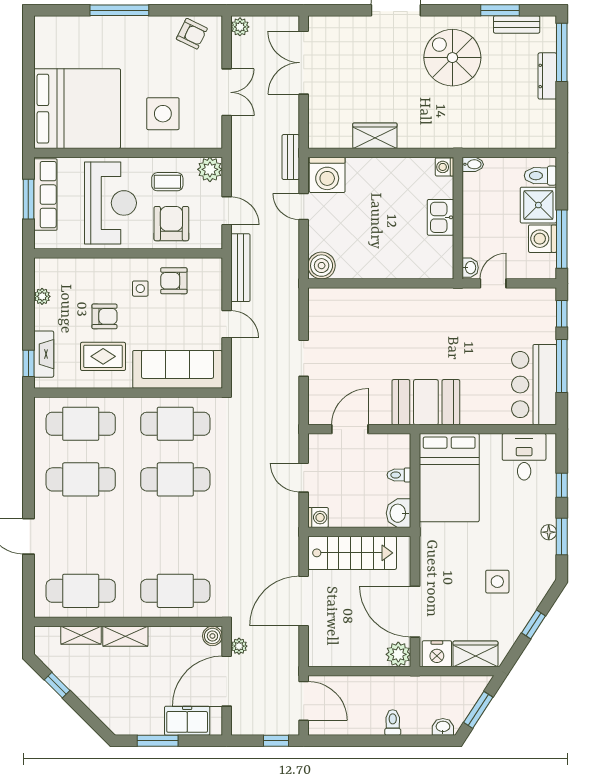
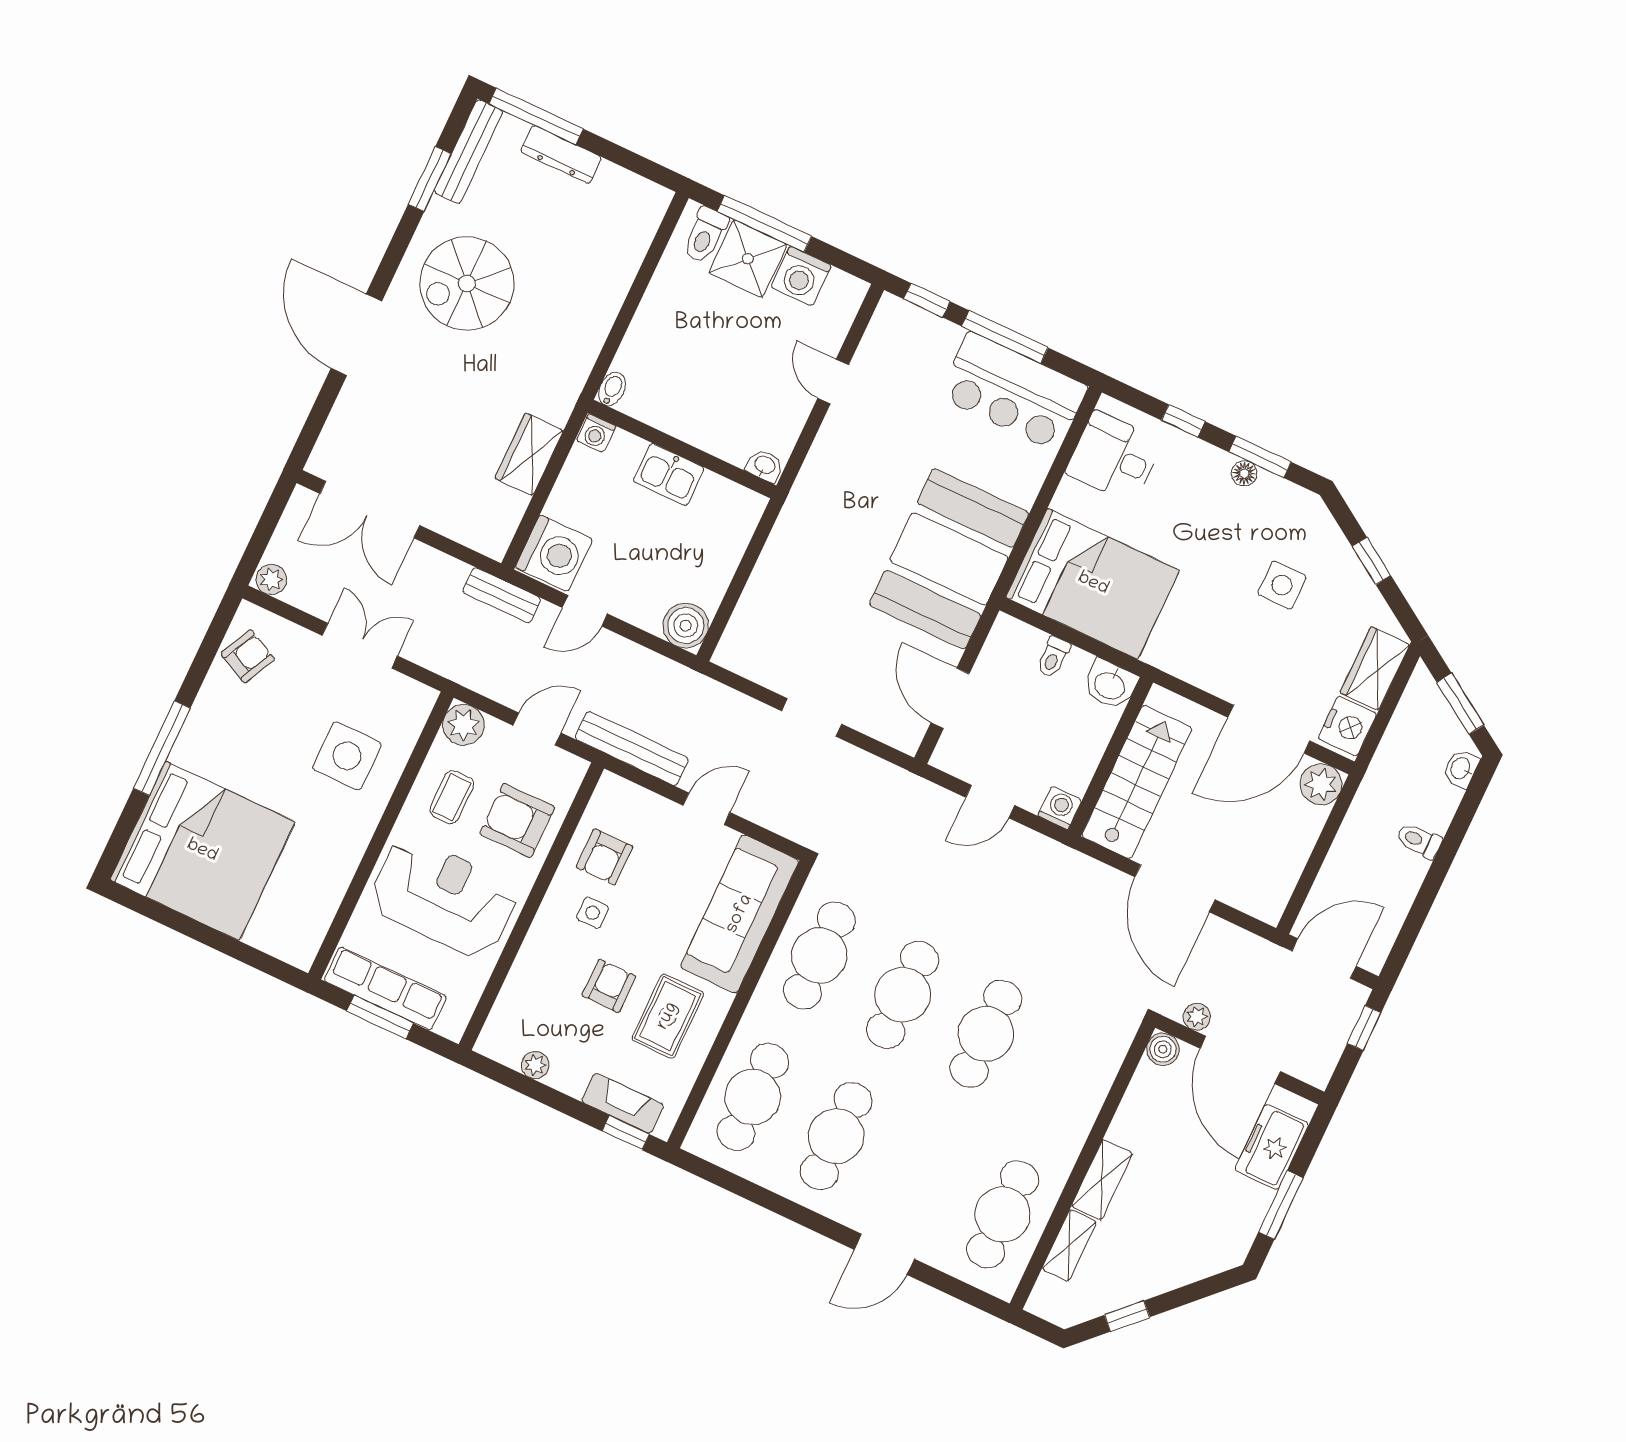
bench: (517, 24) -> (468, 152), width x1.36
bed: (77, 109) -> (202, 851), moved, turned 90
bidet: (473, 164) -> (612, 389), moved
washing machine: (444, 167) -> (596, 433), moved
kitchen sink: (441, 217) -> (669, 475), moved
wall: (458, 218) -> (682, 449), moved
window: (562, 239) -> (764, 224), moved
washbasin: (470, 268) -> (765, 466), moved
booth: (426, 402) -> (949, 559), width x1.36, depth x1.42
cafe table: (175, 591) -> (986, 1034), moved

